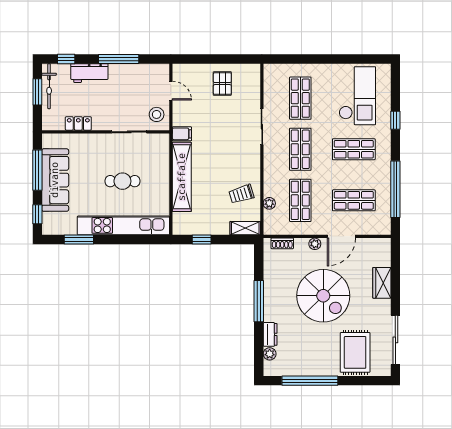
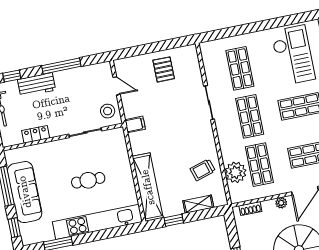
shelving: (182, 177) -> (148, 187), moved
plant: (269, 203) -> (236, 172), width x1.87, depth x1.87
shelving: (245, 228) -> (198, 204), moved

